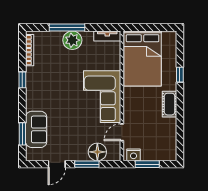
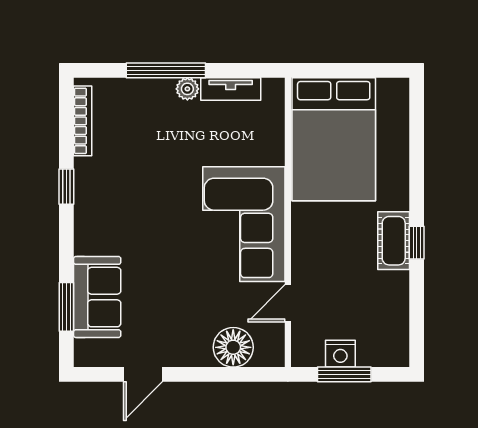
tv unit: (107, 36) -> (231, 89), moved
plant: (72, 40) -> (187, 89), width x0.53, depth x0.53
window: (180, 75) -> (417, 243), moved
nightstand: (134, 155) -> (340, 354), moved
window: (87, 164) -> (210, 374), removed

